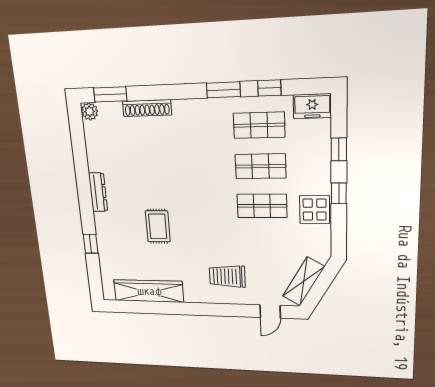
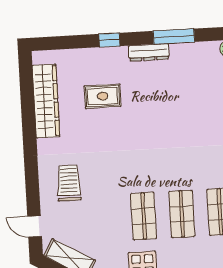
window: (81, 167) -> (174, 36), added
rug: (158, 226) -> (103, 96), moved
window: (91, 244) -> (109, 40), moved

